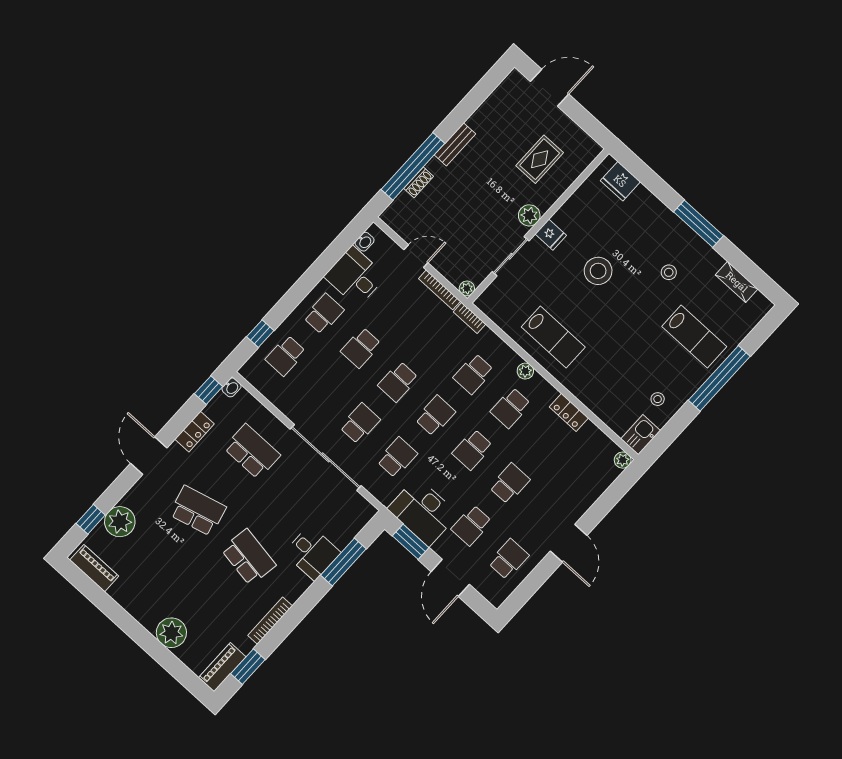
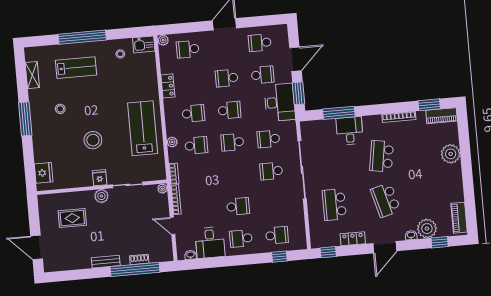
lab bench: (694, 336) -> (76, 68), turned 90
lab bench: (553, 337) -> (143, 128), width x1.36, depth x1.39
plant: (525, 371) -> (172, 142), moved
school desk: (398, 382) -> (188, 49), moved, turned 180
washbasin: (231, 387) -> (411, 235), moved

